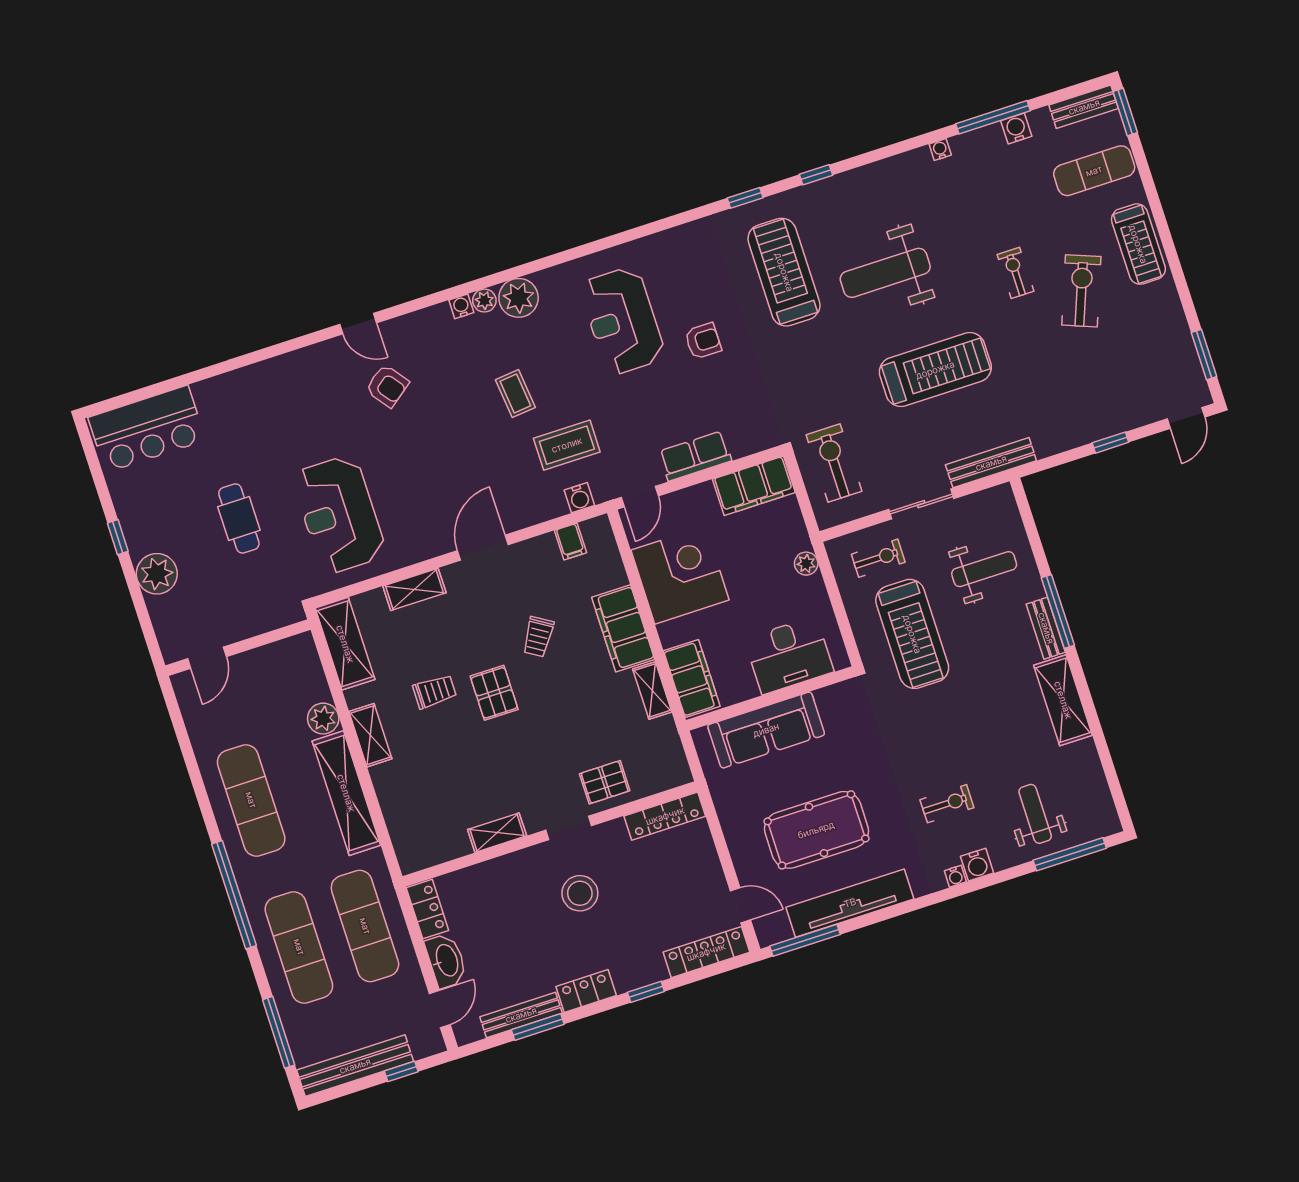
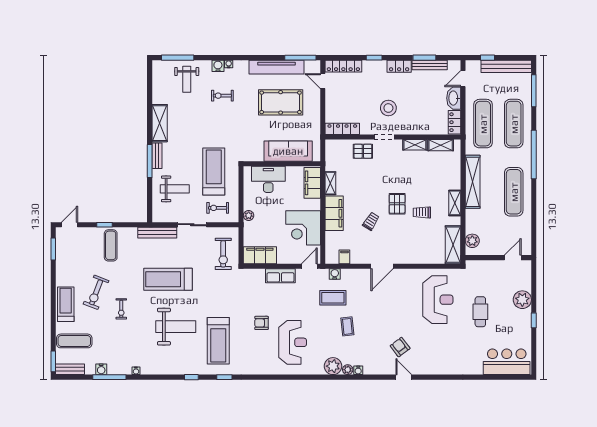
exercise mat: (1083, 402) -> (111, 245), added
weight bench: (984, 569) -> (175, 189), turned 180
shelving: (414, 589) -> (441, 145), moved
plant: (323, 719) -> (472, 241), moved

